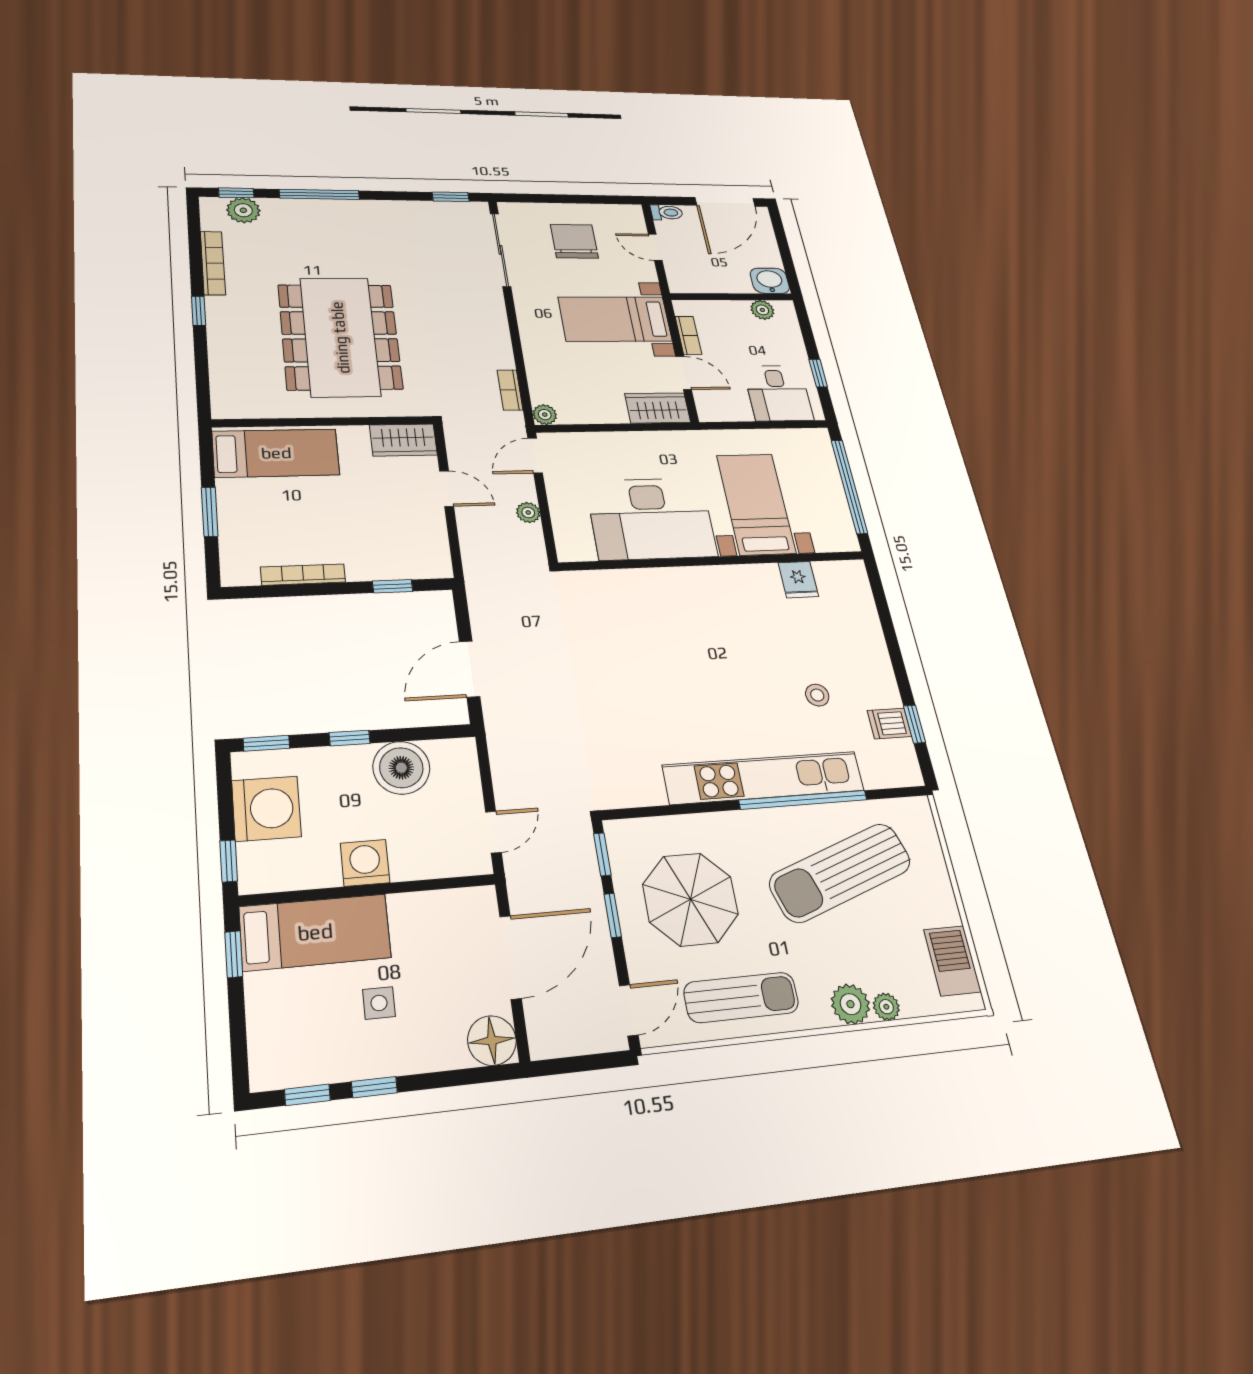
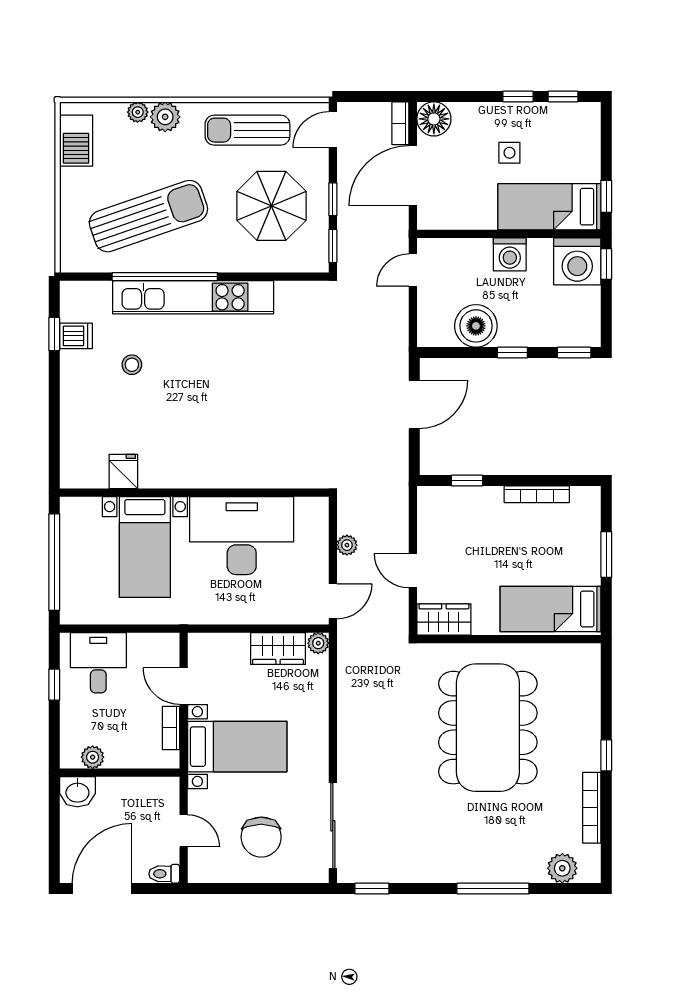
window: (236, 193) -> (567, 889), removed
bookcase: (510, 390) -> (400, 123), moved, turned 180
wardrobe: (658, 408) -> (278, 648), moved
washing machine: (266, 809) -> (577, 261), moved, turned -90

